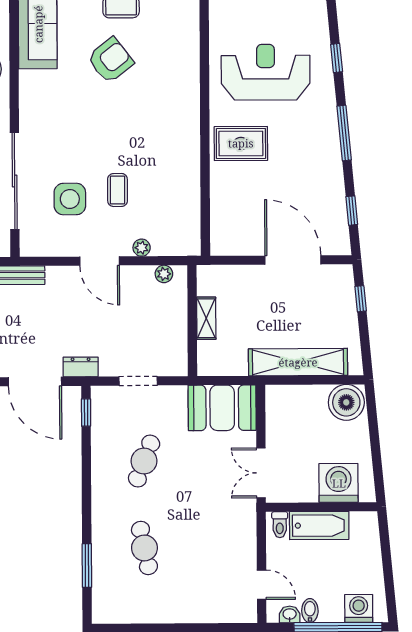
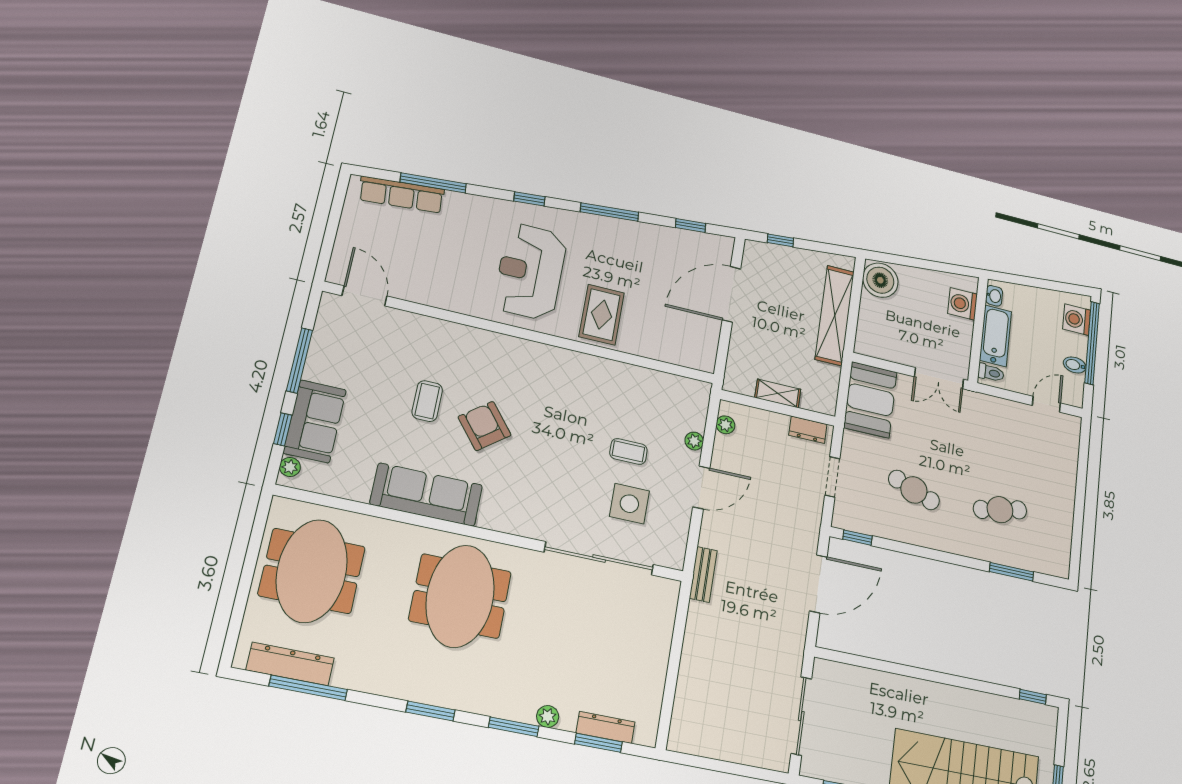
dresser: (81, 367) -> (808, 430), moved, turned -90
washing machine: (339, 483) -> (963, 304), width x0.73, depth x0.73
washbasin: (290, 614) -> (994, 296), moved, turned 180

